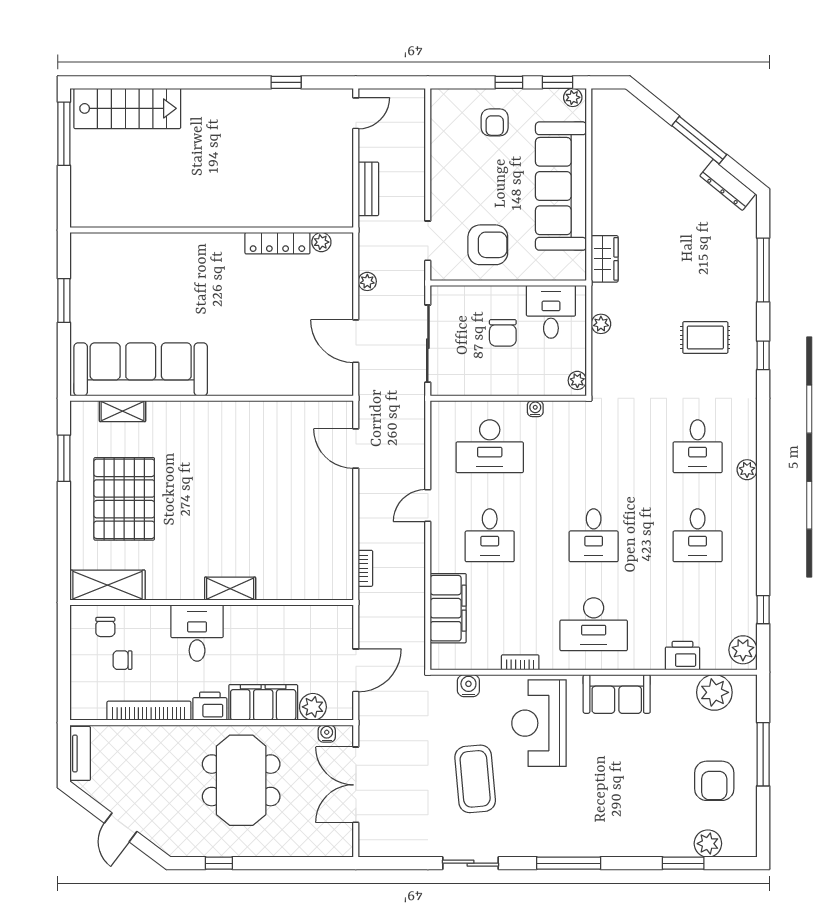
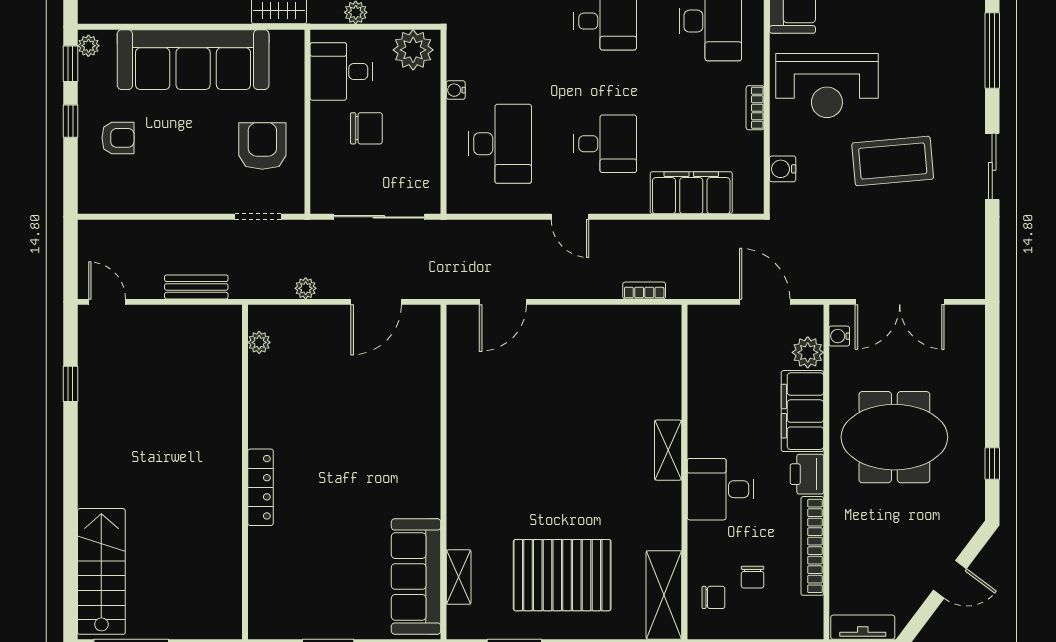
locker: (277, 243) -> (260, 487), moved
sofa: (141, 369) -> (416, 577), width x0.74, depth x0.79
plant: (577, 380) -> (413, 50), width x1.87, depth x1.87

